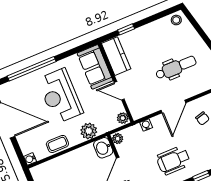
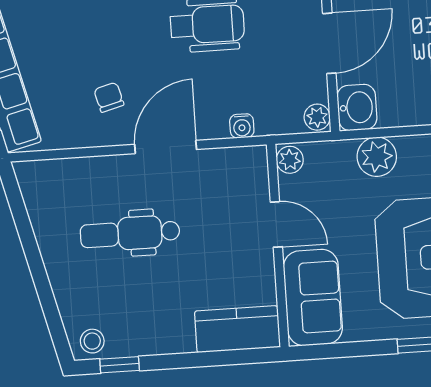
window: (126, 29) -> (120, 365), moved
kitchen counter: (116, 56) -> (237, 329), moved, turned 90

